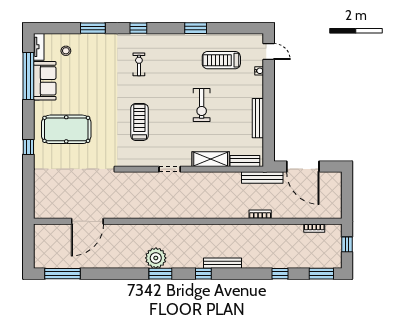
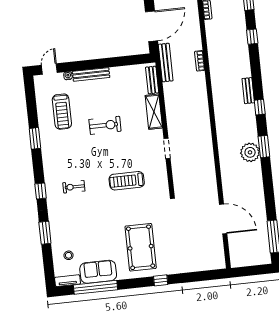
bench: (258, 118) -> (91, 74), moved
bench: (222, 263) -> (248, 91), width x0.73

